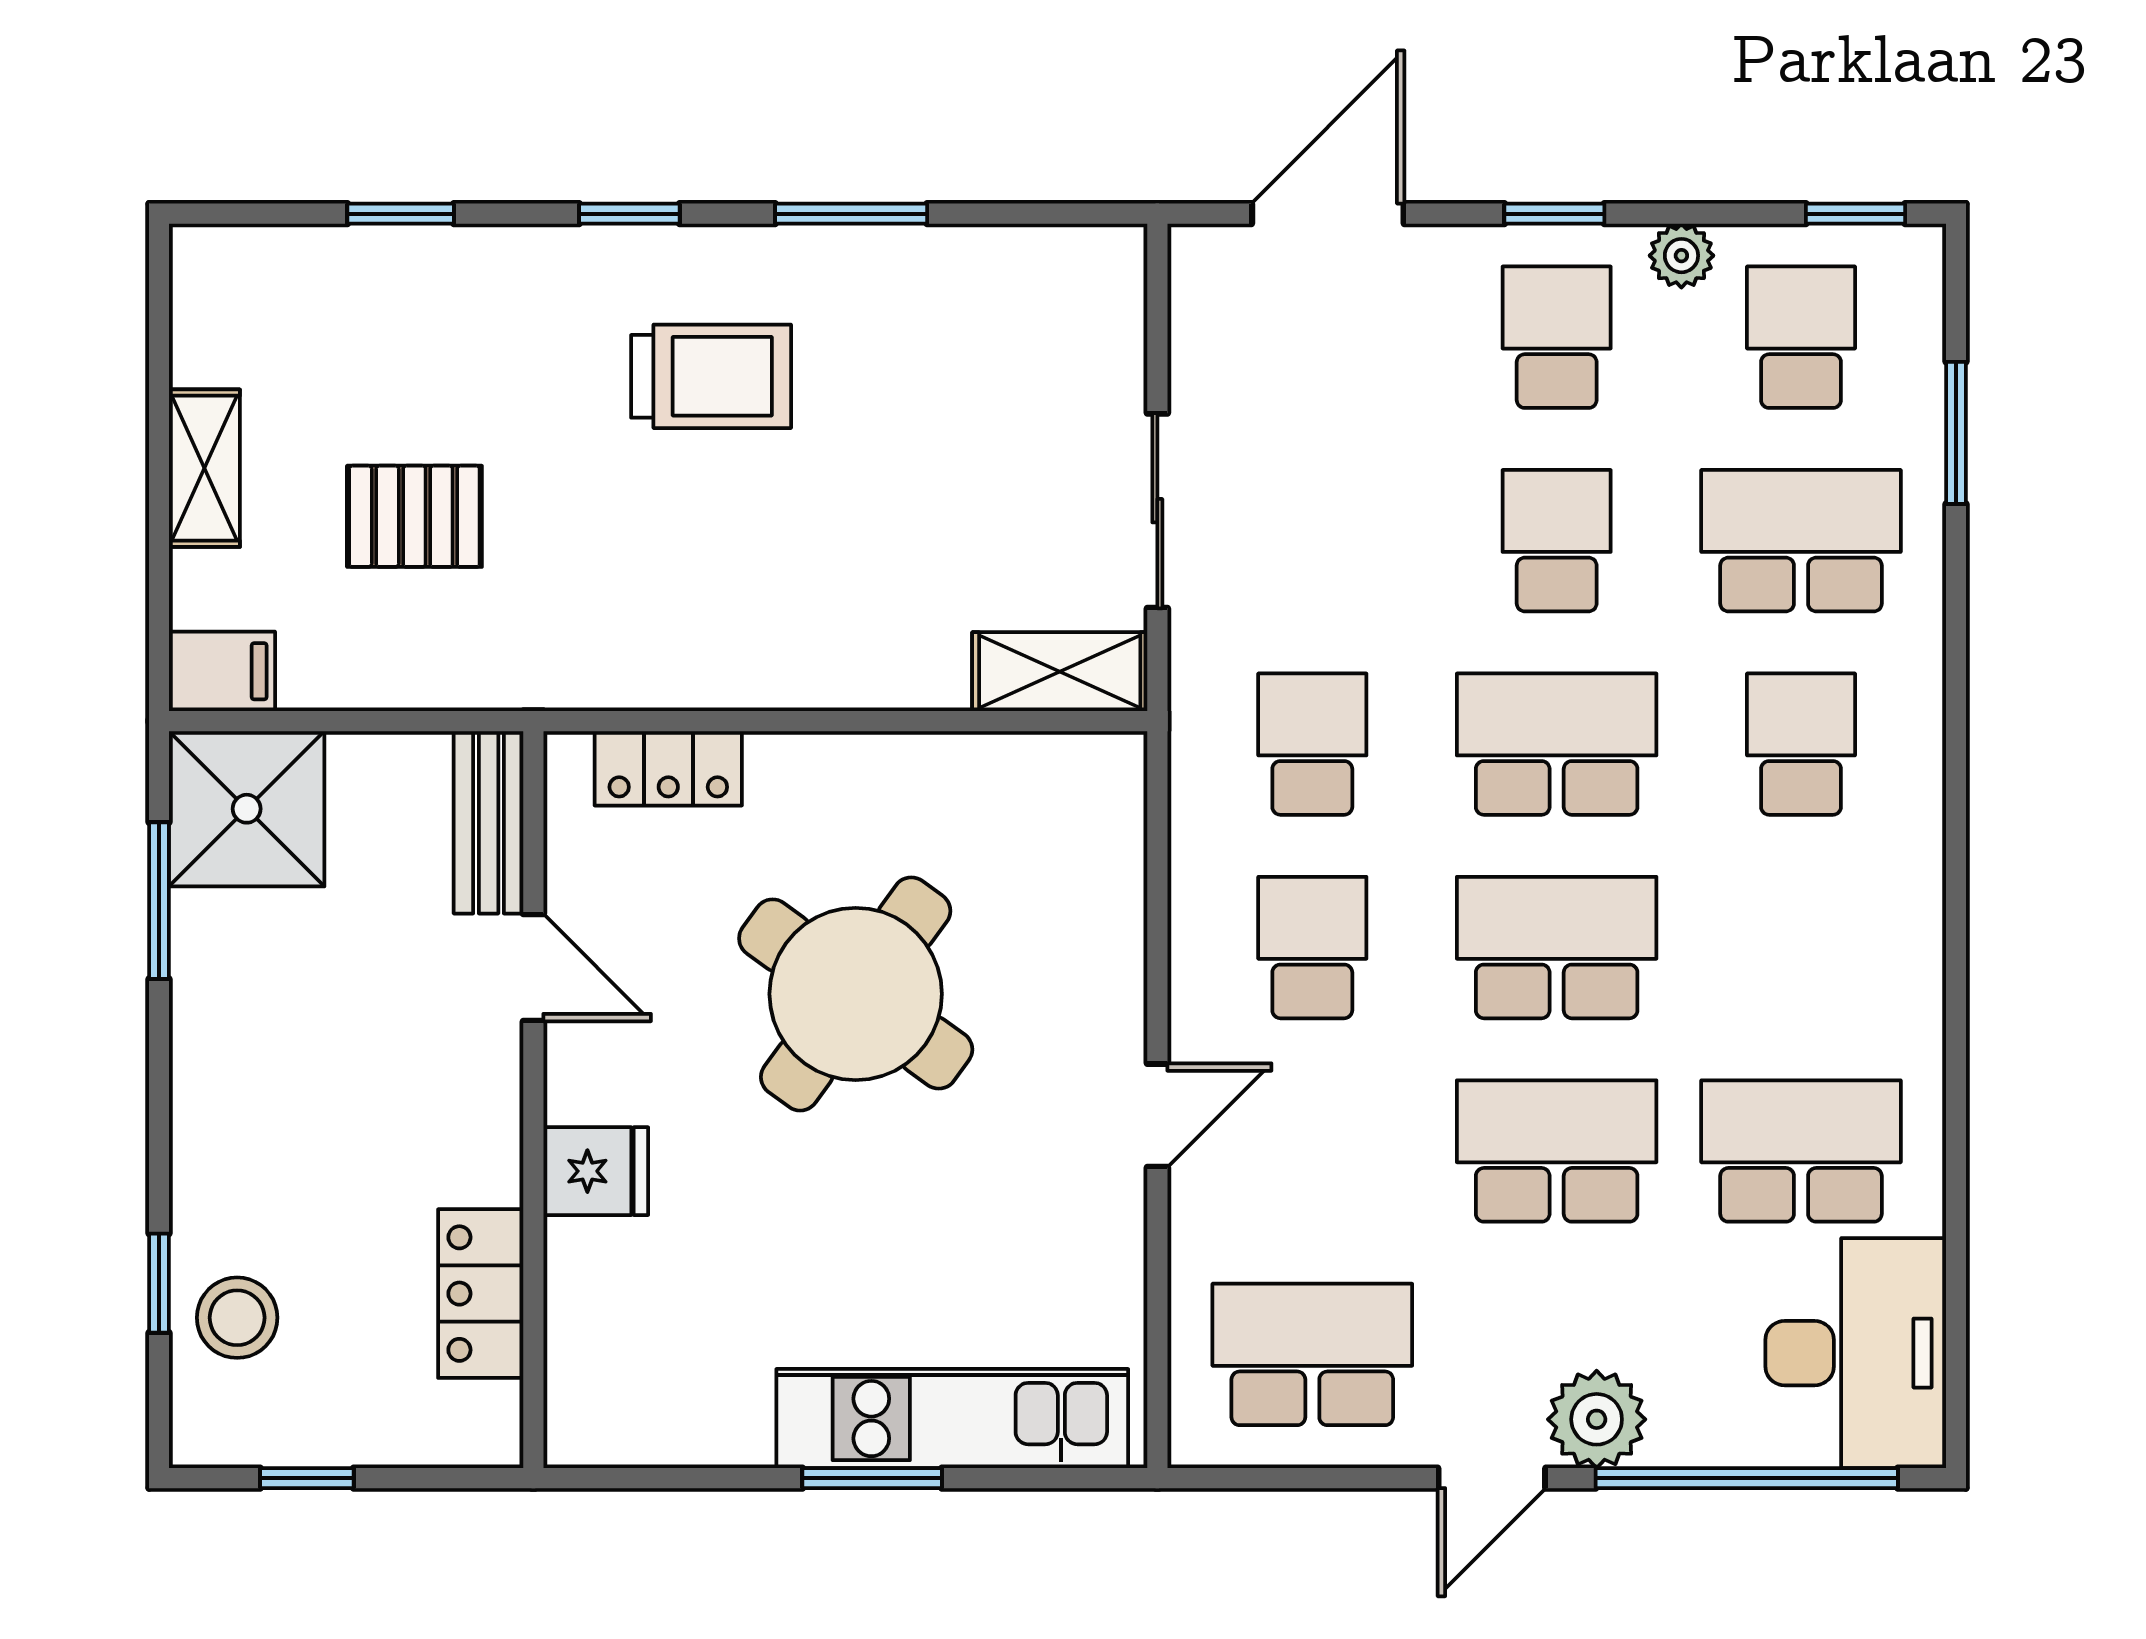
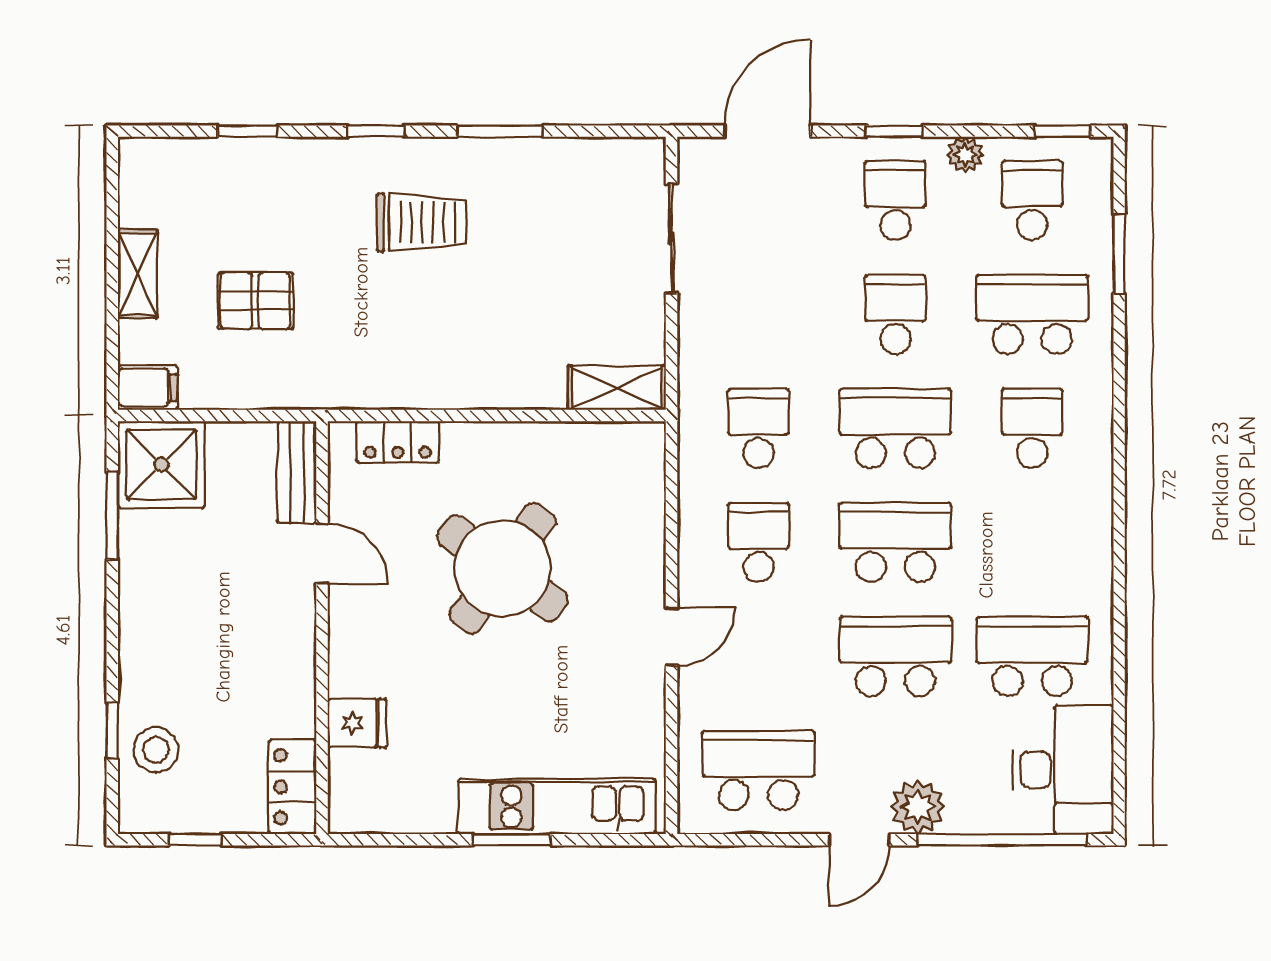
sliding door: (1157, 511) -> (672, 238), moved
fridge: (596, 1171) -> (357, 723), moved
locker: (481, 1294) -> (292, 787), moved

